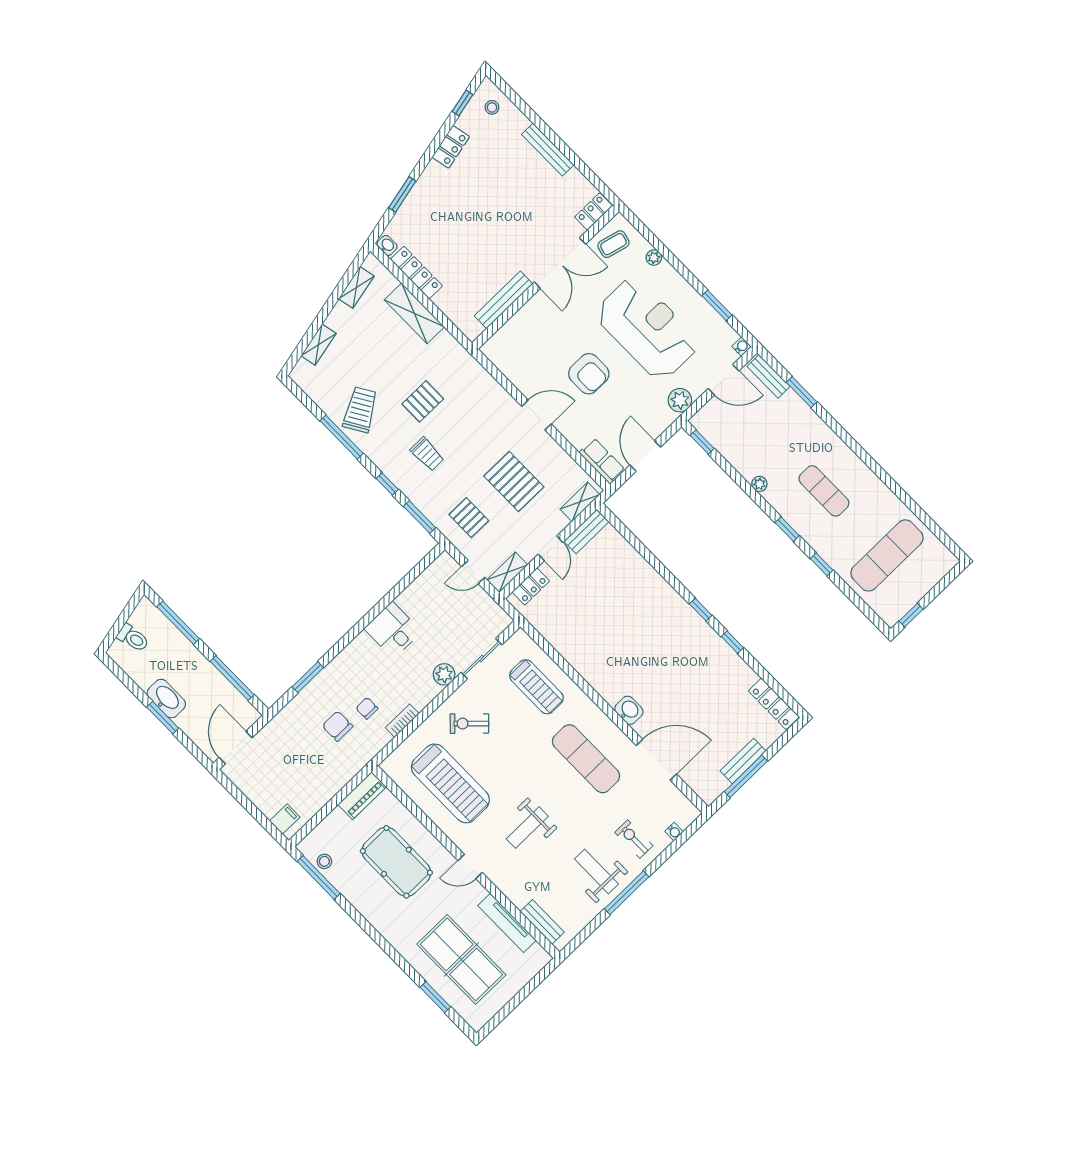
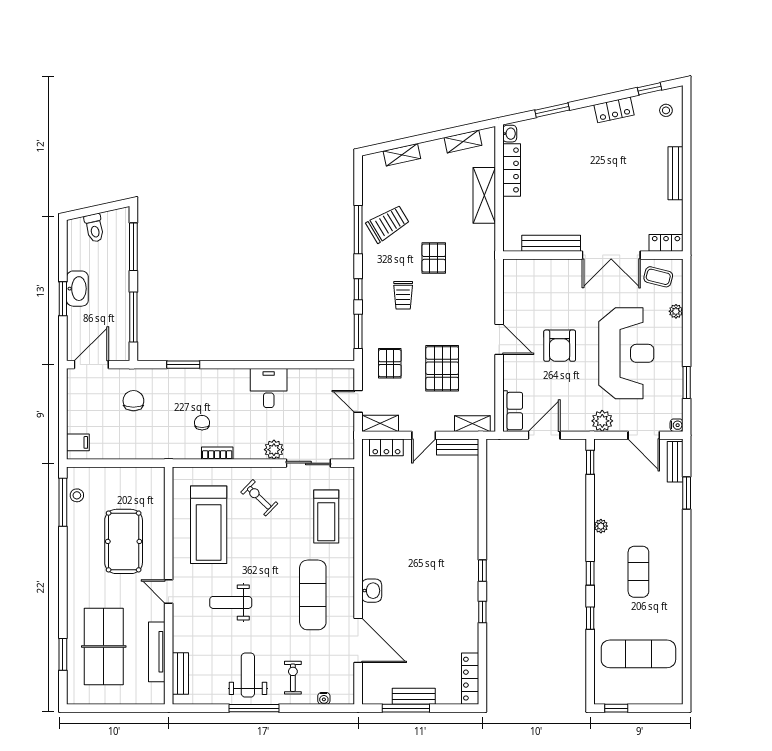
pallet: (423, 401) -> (434, 258), turned 90
chair: (337, 726) -> (133, 401), moved
piano: (362, 796) -> (143, 476), removed

